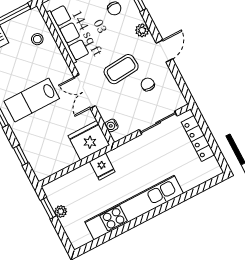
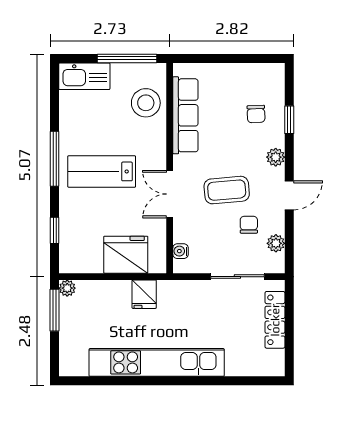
stool: (37, 39) -> (146, 103), width x1.89, depth x1.89
plant: (172, 87) -> (276, 243), added
fridge: (89, 140) -> (126, 255), moved
window: (48, 208) -> (55, 310), width x1.50
plant: (61, 211) -> (67, 288), moved

